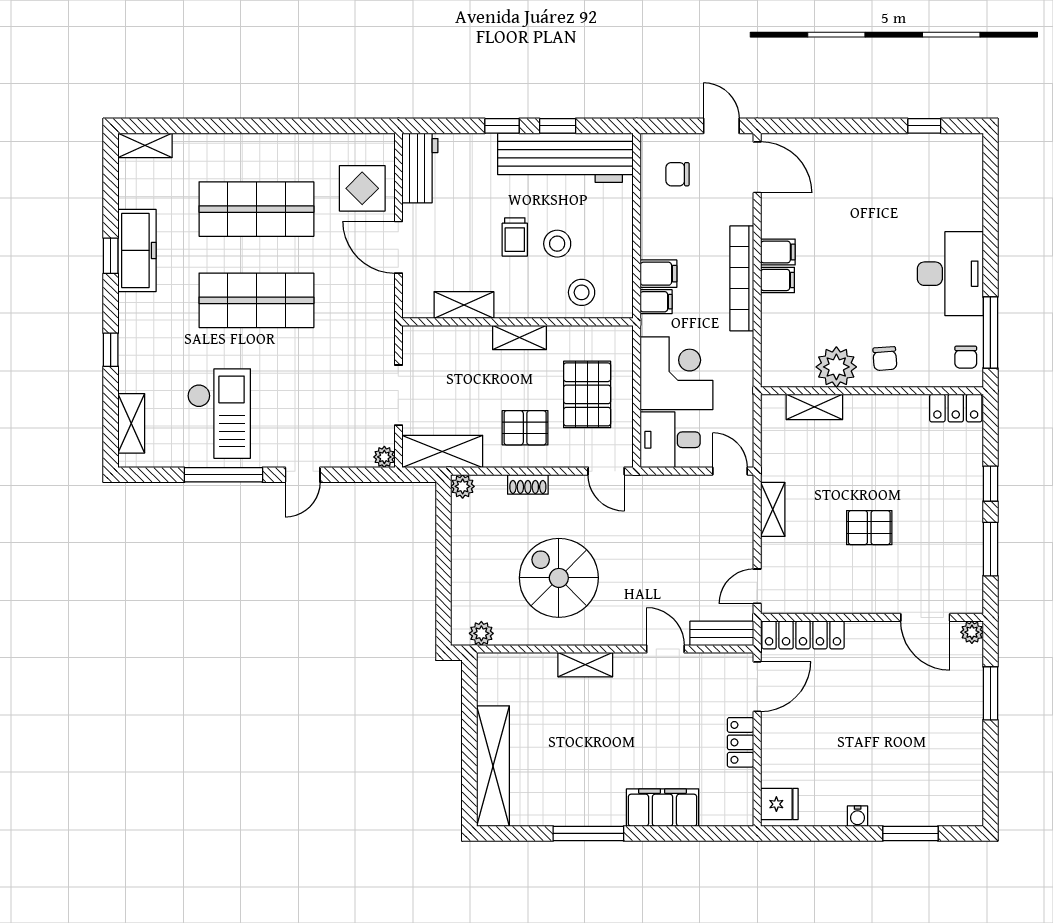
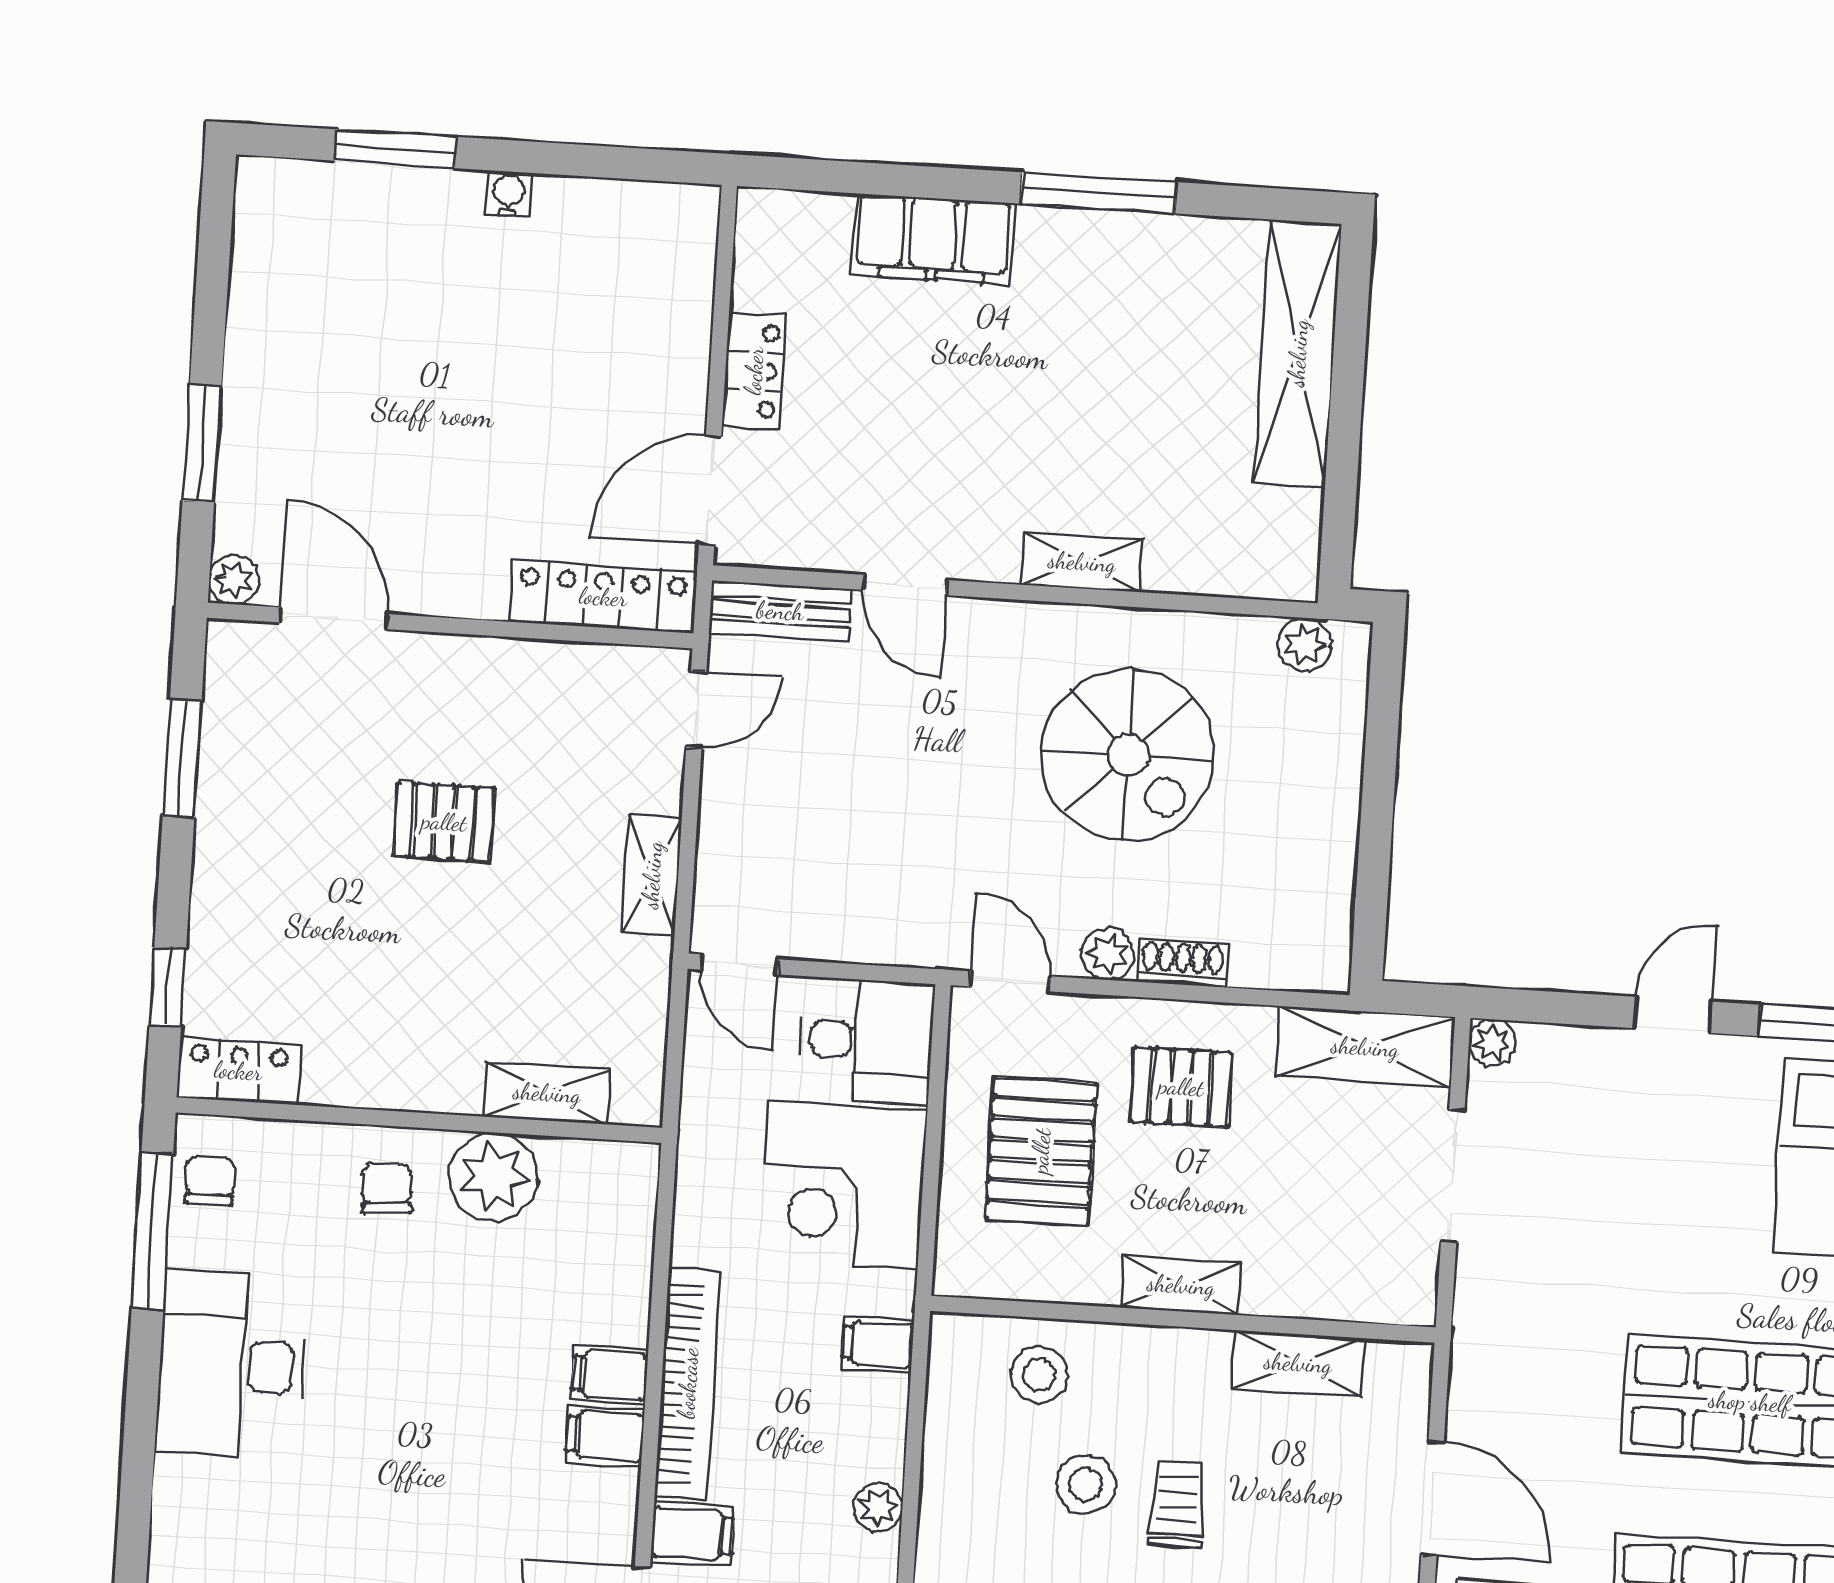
plant: (651, 227) -> (878, 1507), added
filing cabinet: (658, 274) -> (692, 1534), moved, turned 180
window: (990, 484) -> (168, 987), moved
plant: (463, 486) -> (1108, 954), moved
fridge: (779, 804) -> (678, 231), removed

